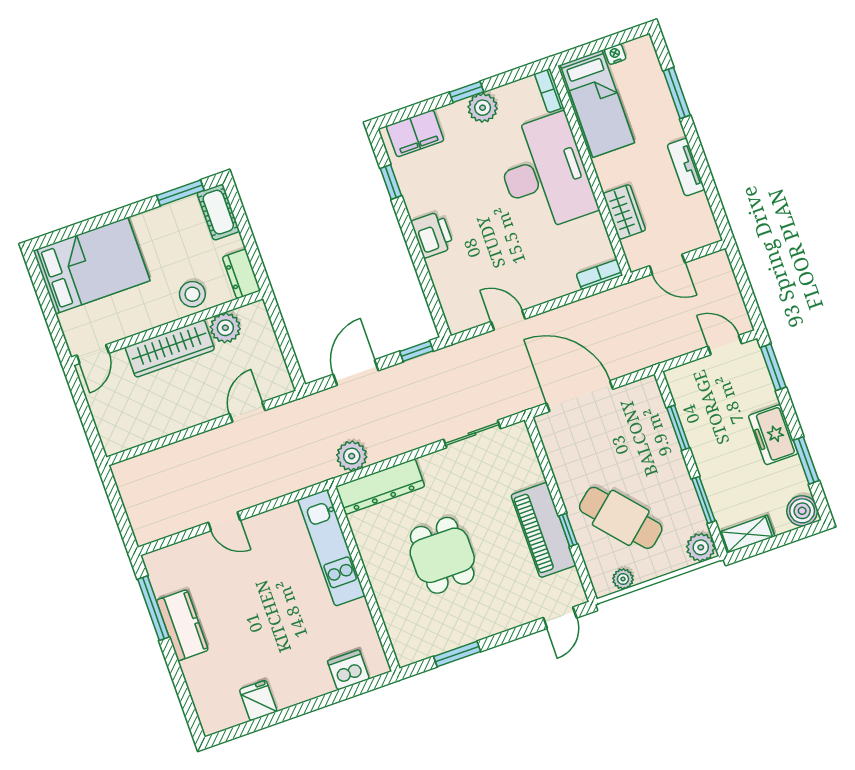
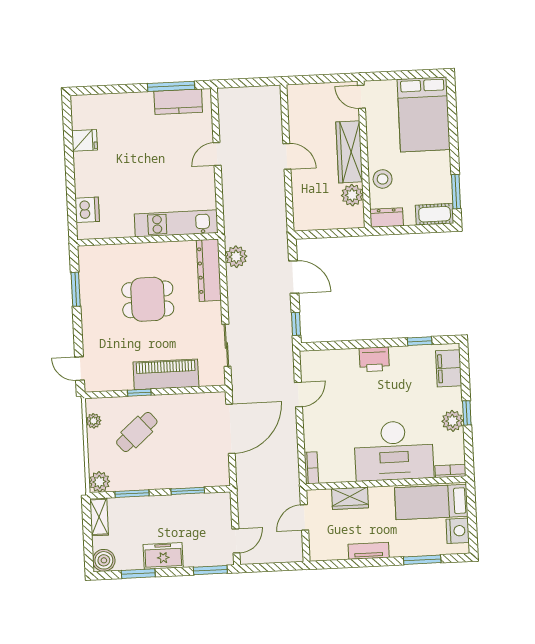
nightstand: (615, 54) -> (458, 531), width x1.89, depth x1.79
door: (247, 412) -> (287, 156), moved
cafe table: (621, 518) -> (137, 432), width x0.73, depth x0.74
piano: (544, 530) -> (166, 374), moved
kitchen counter: (182, 625) -> (178, 102), moved

